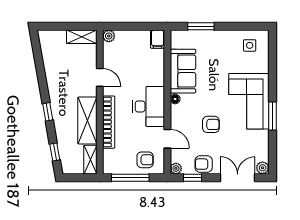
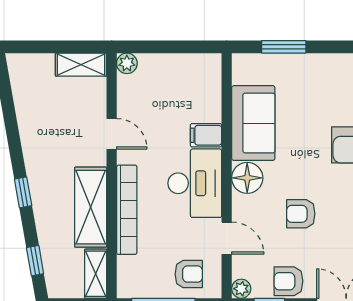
filing cabinet: (158, 39) -> (206, 135), moved, turned 90
floor lamp: (175, 99) -> (247, 178), width x1.89, depth x1.89
armchair: (211, 124) -> (301, 214), turned 180

